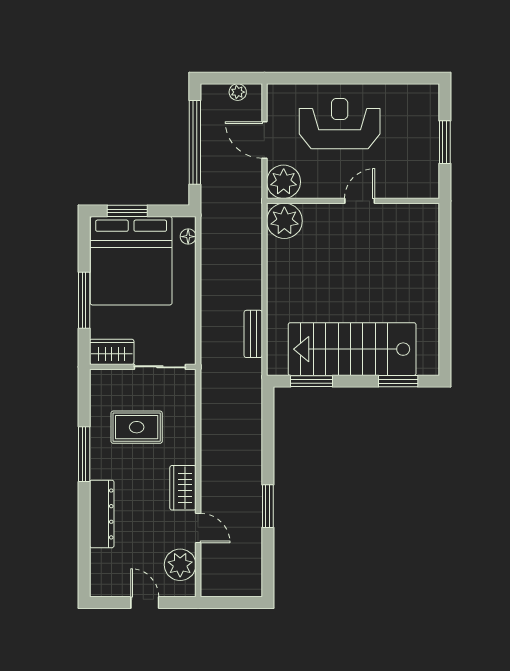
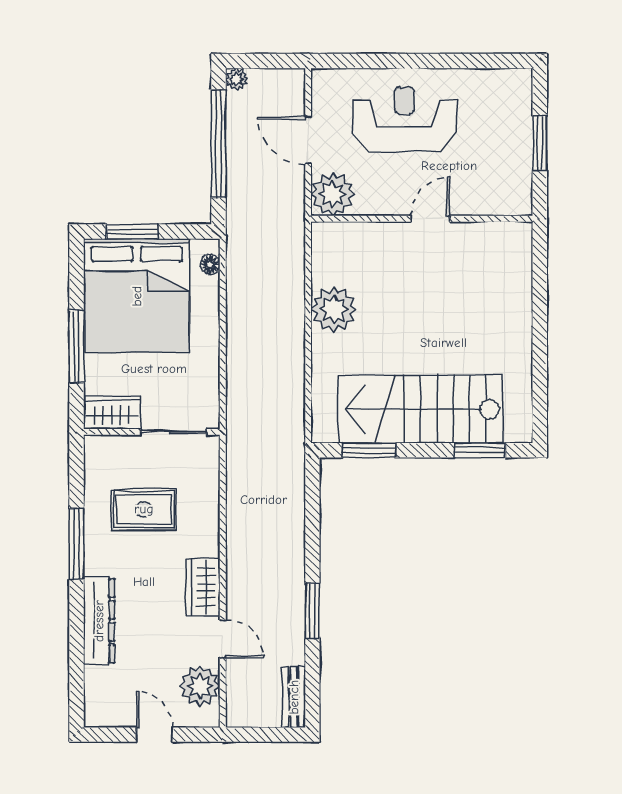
plant: (238, 92) -> (237, 79), moved
plant: (284, 221) -> (334, 309), moved
bench: (253, 334) -> (294, 697), moved

